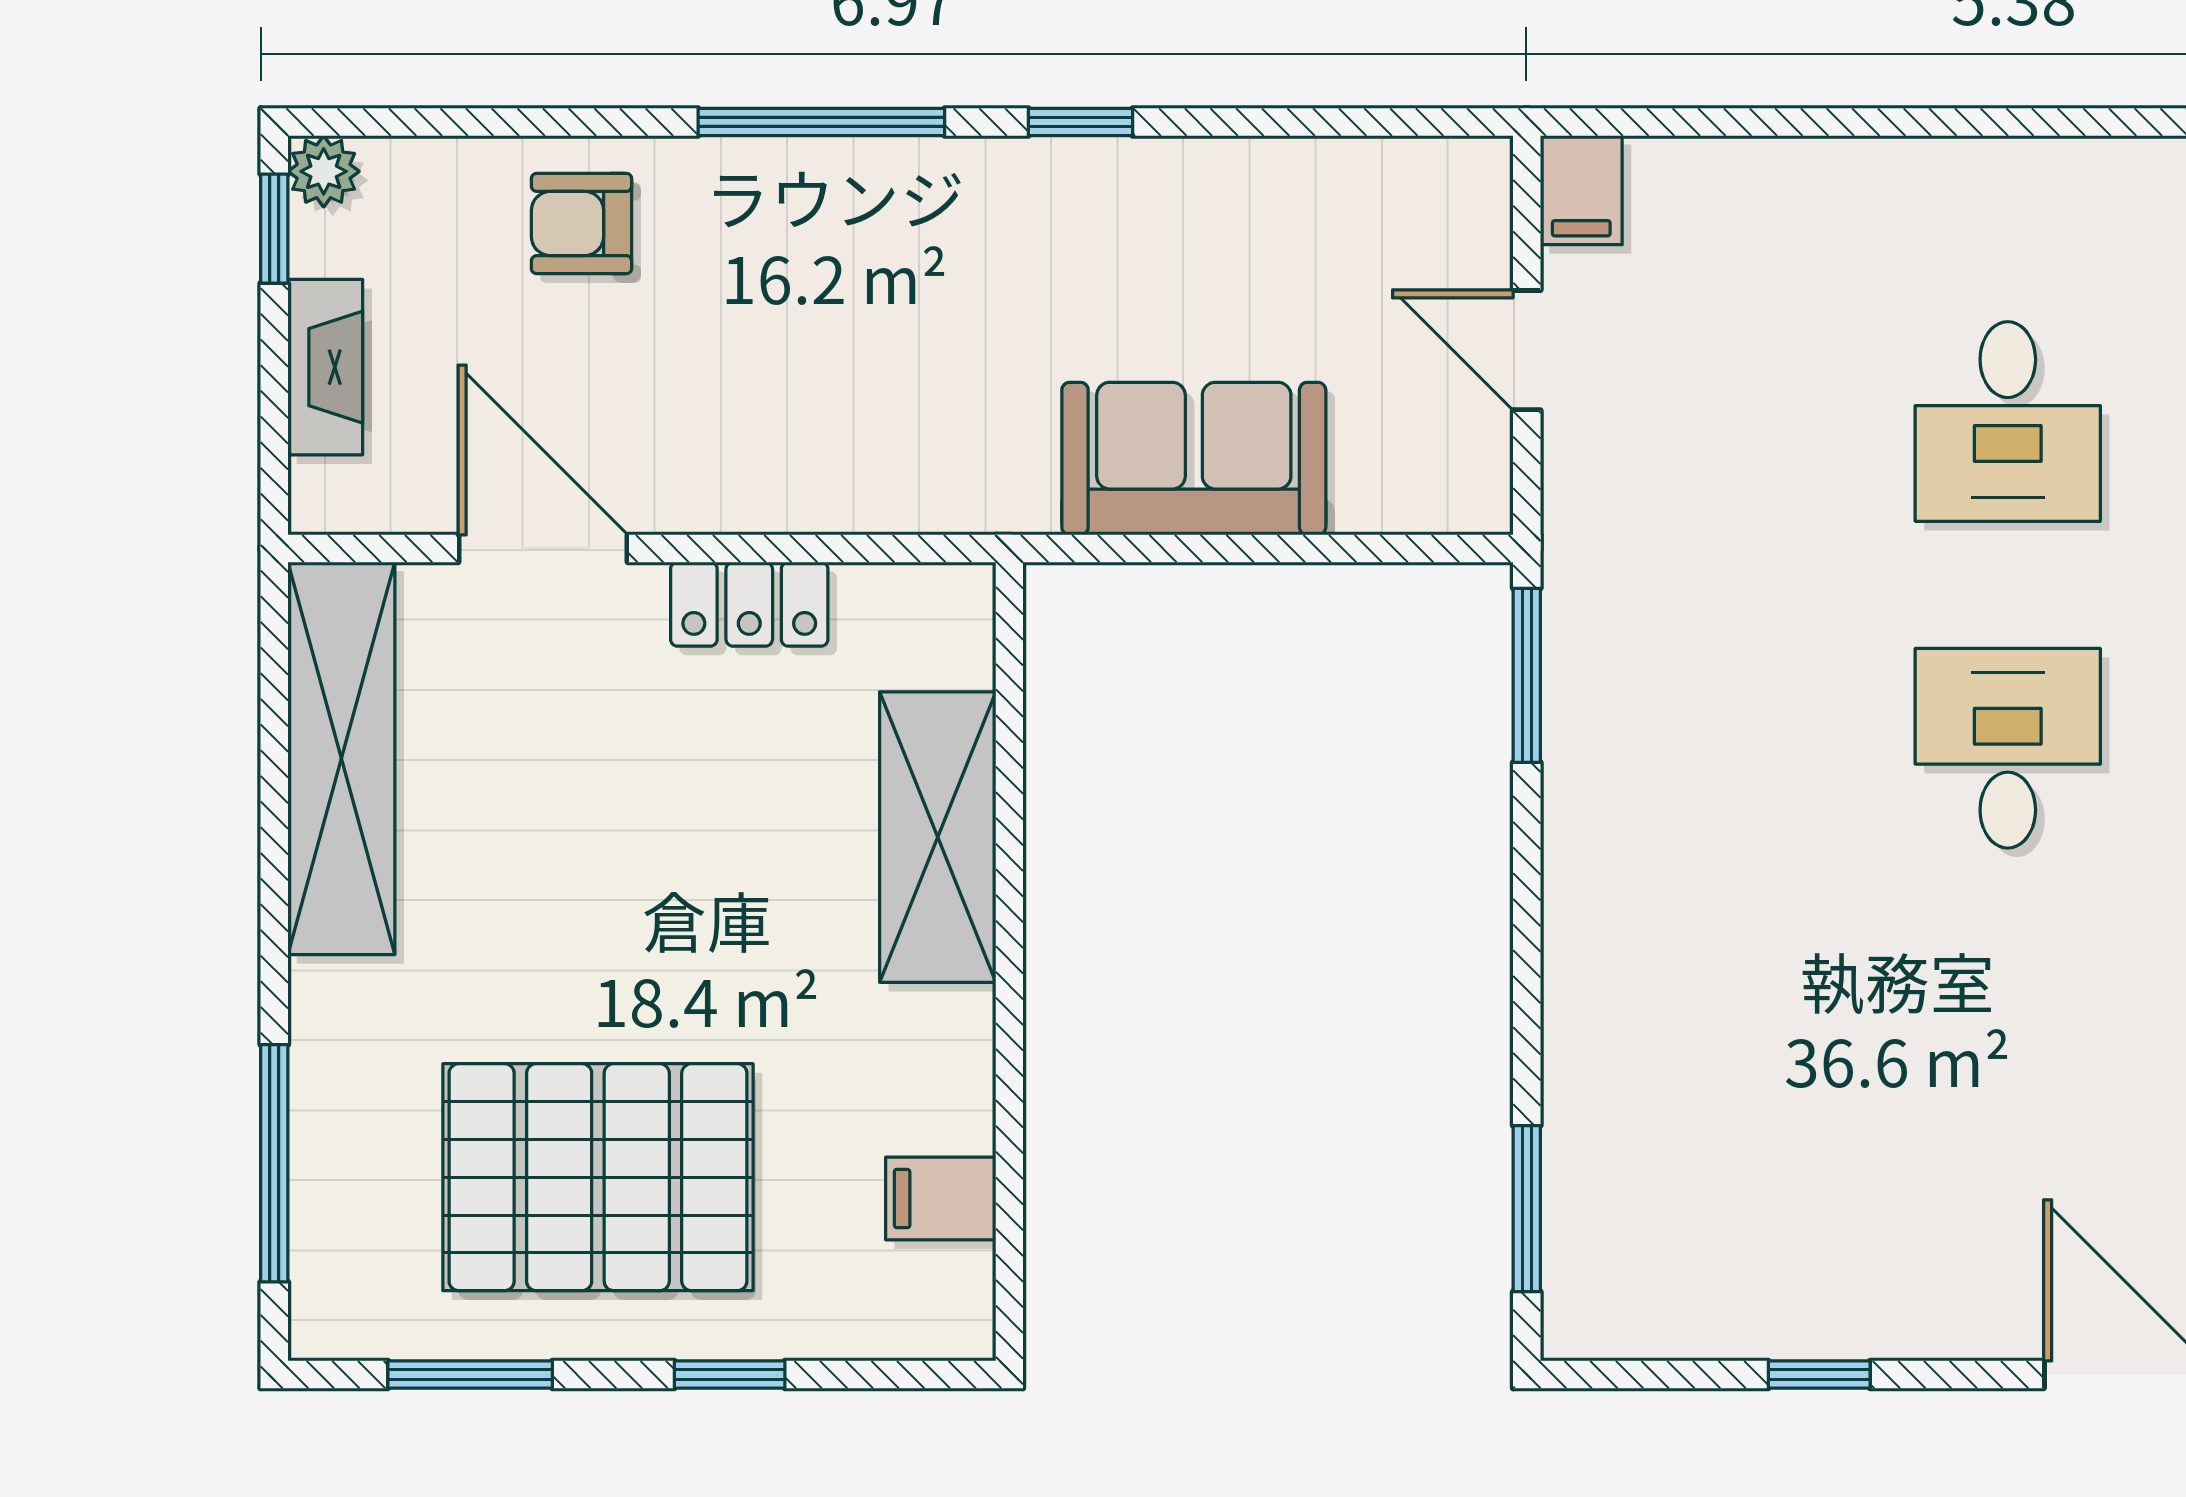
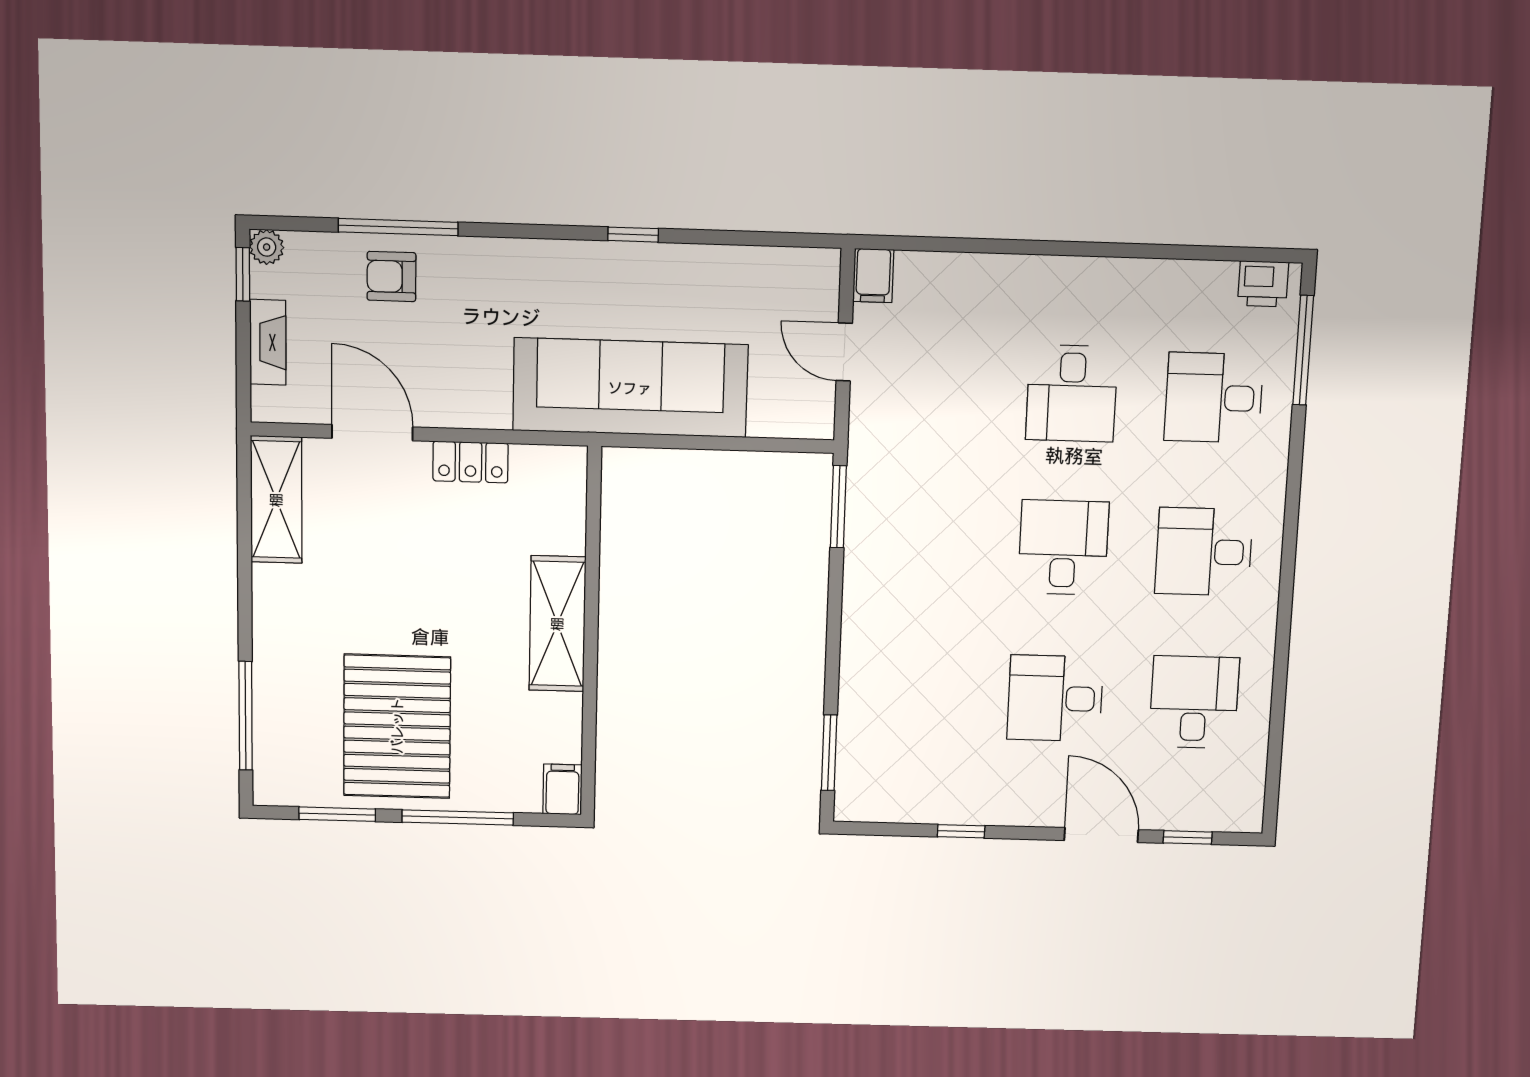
window: (821, 122) -> (398, 227), moved
sofa: (1194, 459) -> (630, 388), width x1.85, depth x1.27
shelving: (341, 758) -> (276, 500), width x0.68
shelving: (938, 837) -> (557, 624), moved
desk: (2008, 1075) -> (1055, 698), added
pallet: (598, 1177) -> (397, 726), turned 90
filing cabinet: (941, 1199) -> (562, 789), moved, turned 90
window: (730, 1374) -> (458, 817), width x2.17

